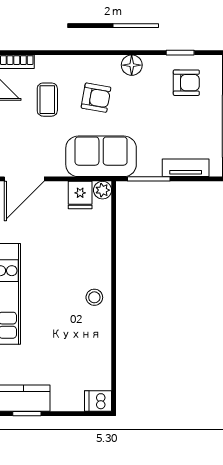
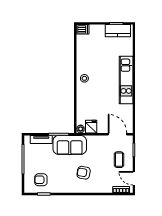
floor lamp: (132, 65) -> (67, 188), removed
coffee table: (47, 100) -> (119, 160), moved
sofa: (101, 156) -> (70, 145), moved
door: (24, 179) -> (118, 134), hinge flipped

